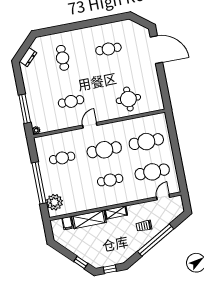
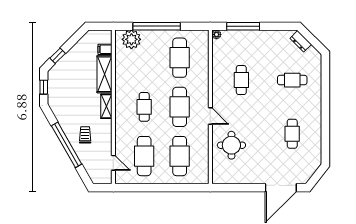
door: (90, 125) -> (210, 116), moved
cafe table: (62, 158) -> (180, 58), width x1.37, depth x1.35

